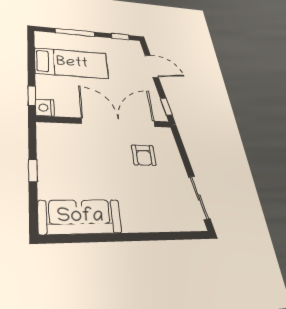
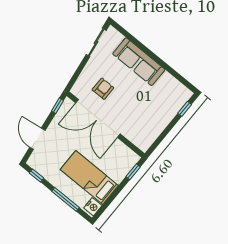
nightstand: (45, 108) -> (93, 207), moved
window: (33, 170) -> (185, 109), moved
sofa: (80, 217) -> (139, 62), moved

